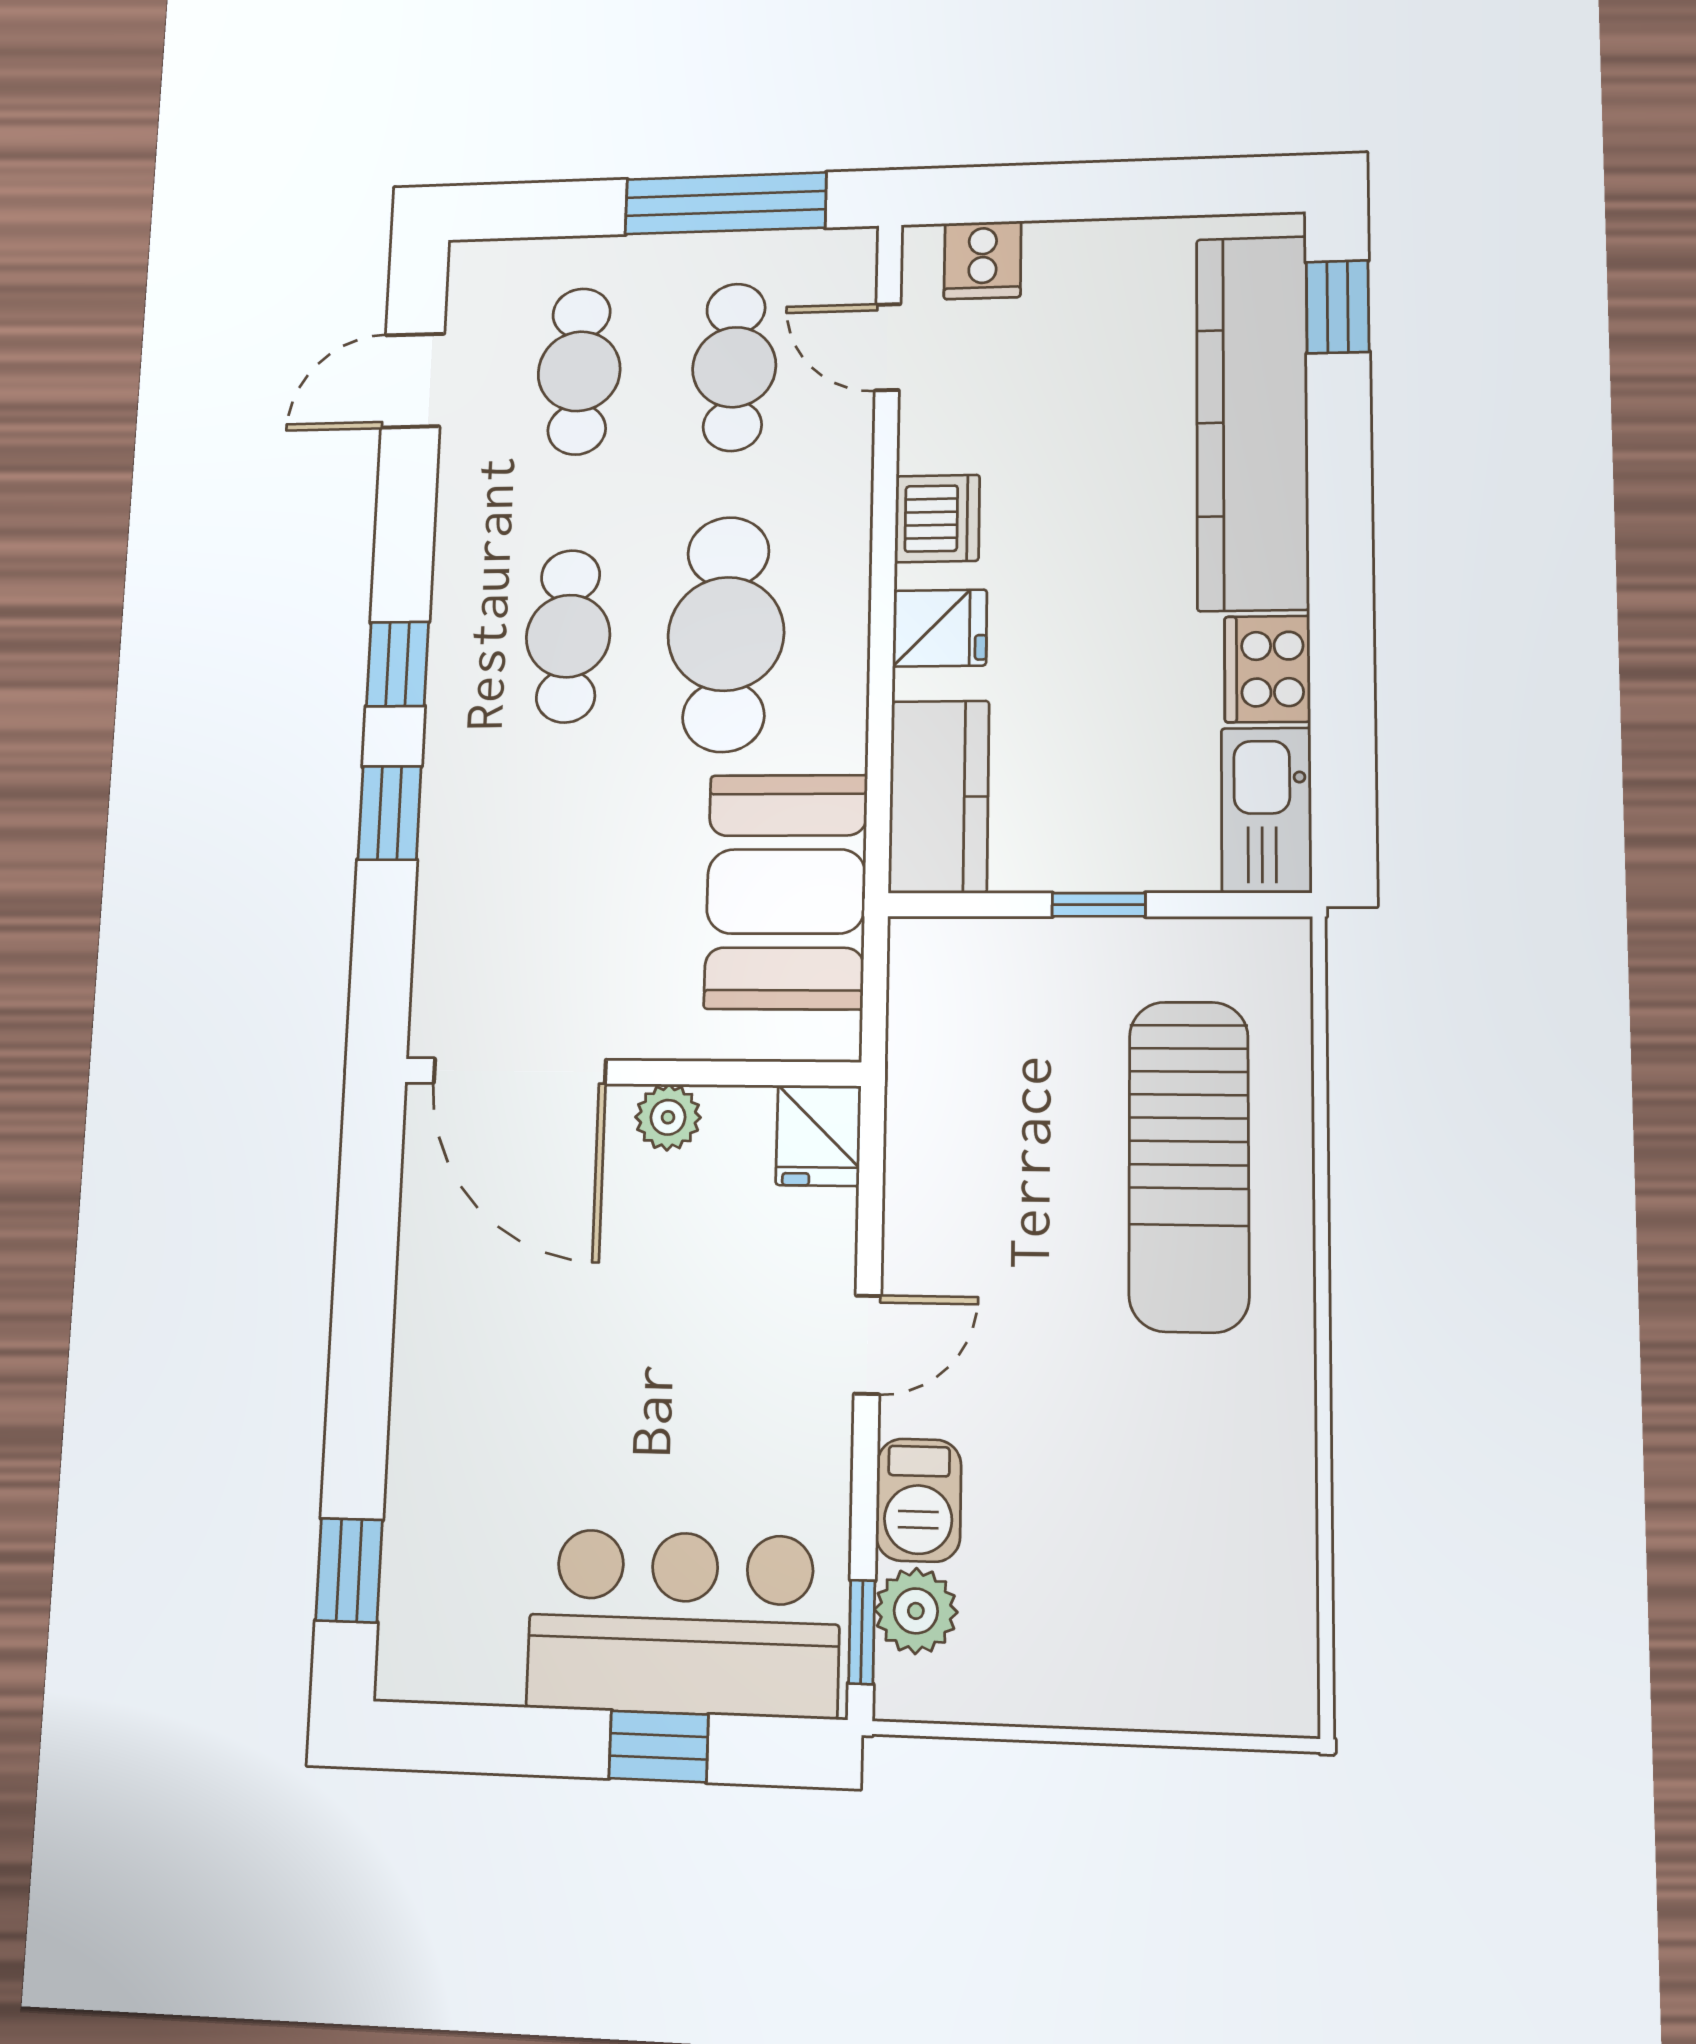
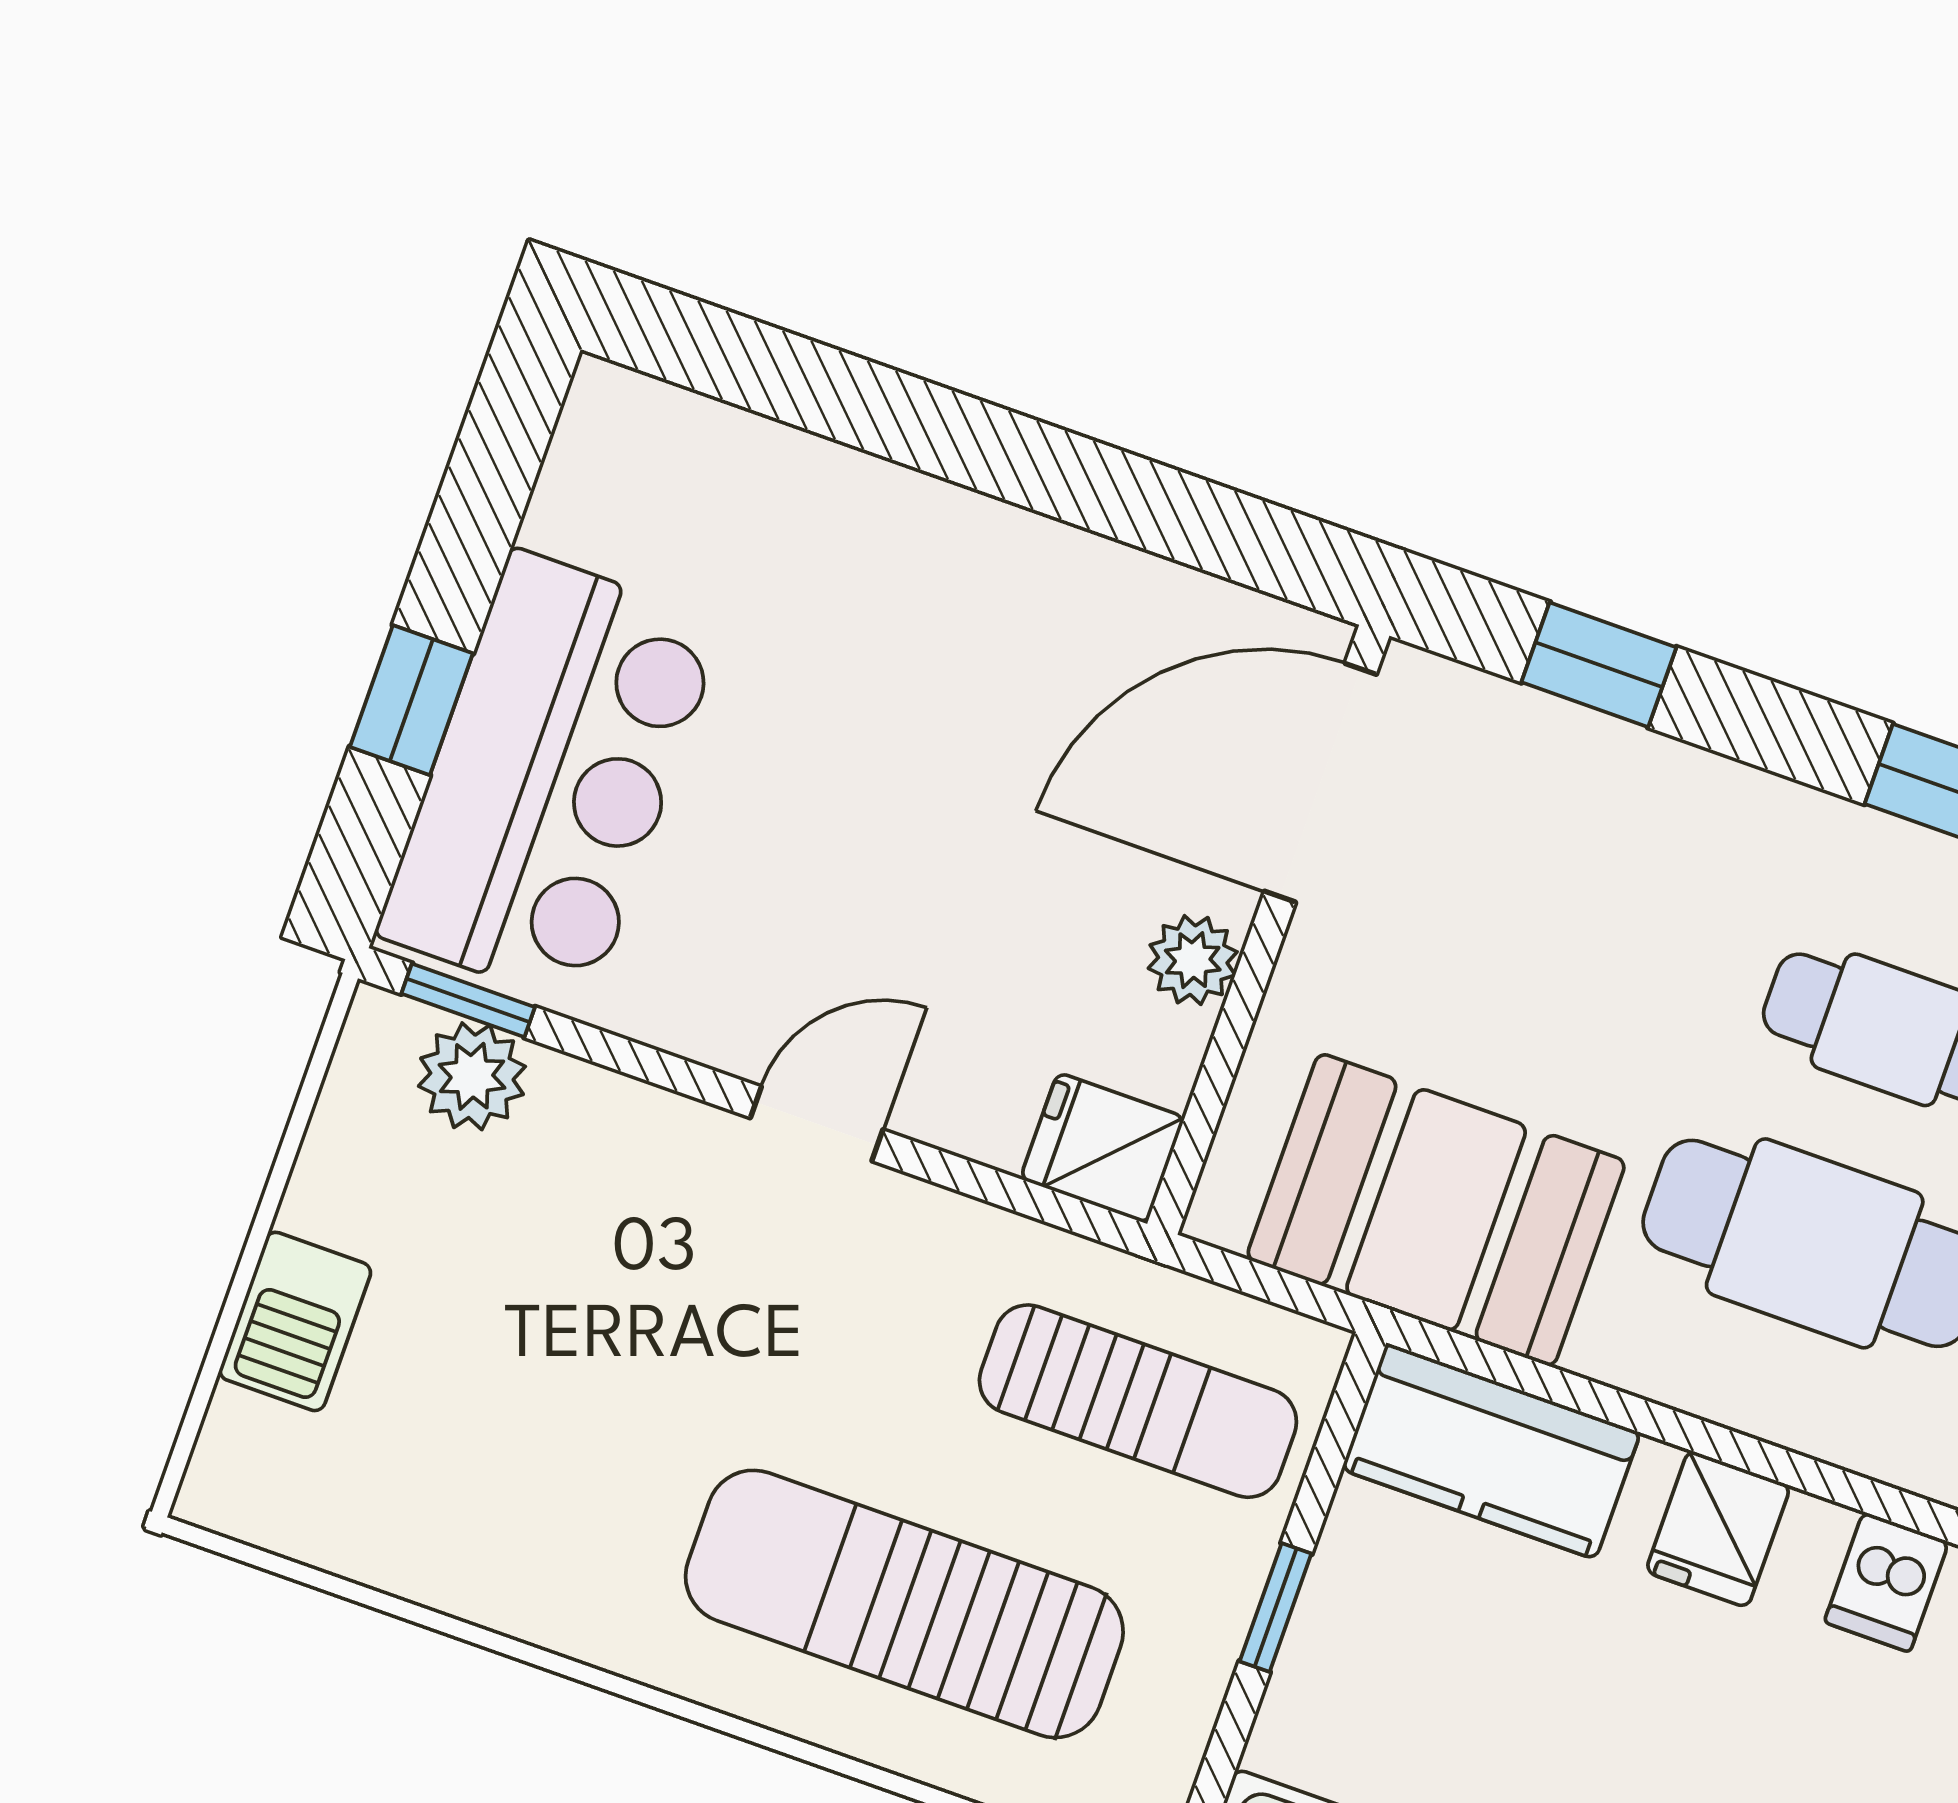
dishwasher: (937, 518) -> (1887, 1582), width x0.73
window: (390, 813) -> (1599, 665), moved
sun lounger: (987, 1050) -> (1138, 1401), added
door: (868, 1345) -> (817, 1124), swing flipped
barbecue: (918, 1500) -> (295, 1321), moved, turned -90
window: (349, 1570) -> (753, 365), removed

